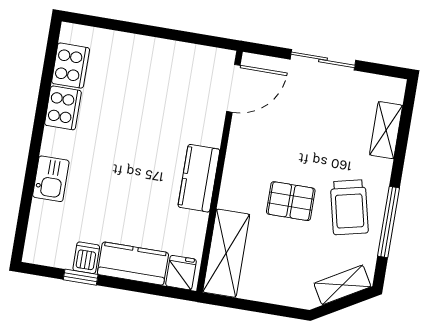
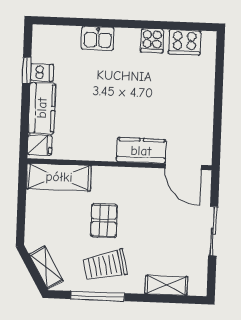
cooker: (63, 108) -> (152, 41), width x0.73
kitchen counter: (199, 178) -> (141, 151), moved

